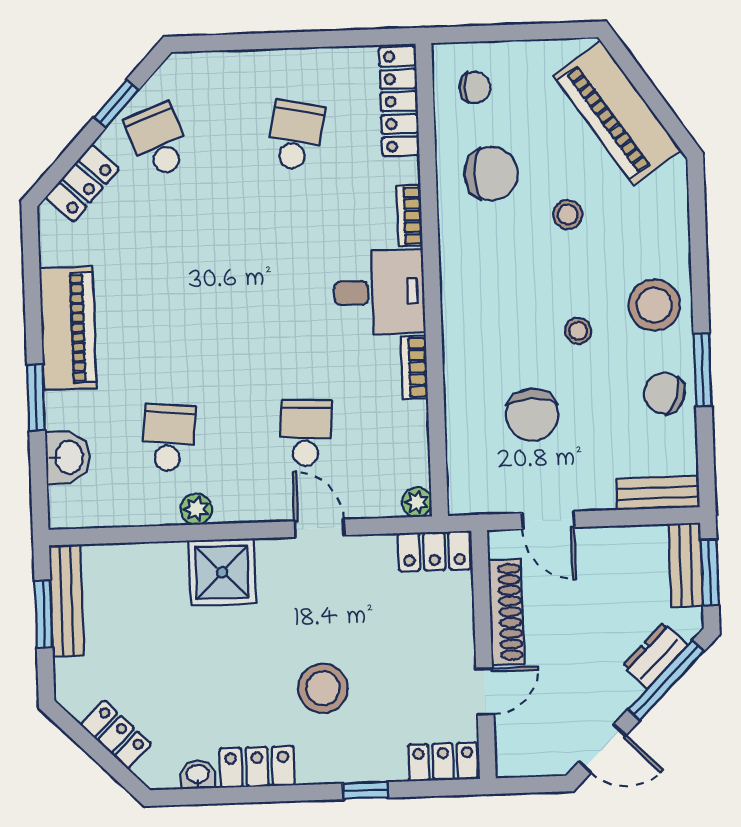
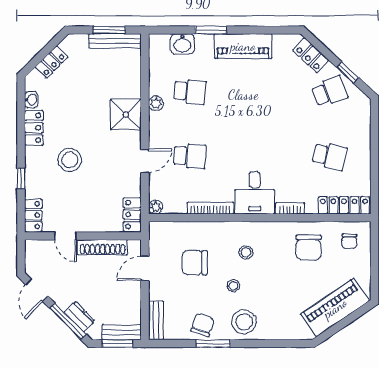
stool: (568, 215) -> (246, 252), moved
bookcase: (414, 367) -> (210, 208), width x1.56

